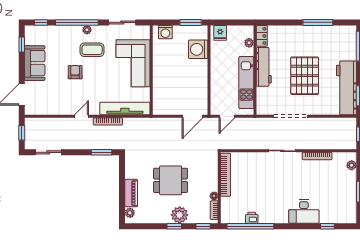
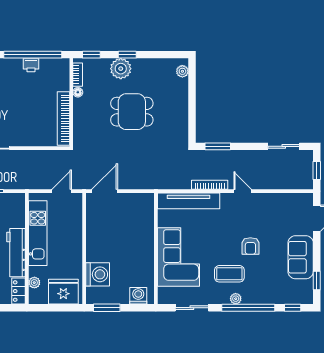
fridge: (220, 33) -> (63, 292), width x1.88, depth x1.34
door: (81, 116) -> (243, 191), swing flipped
piano: (131, 193) -> (181, 96), removed

